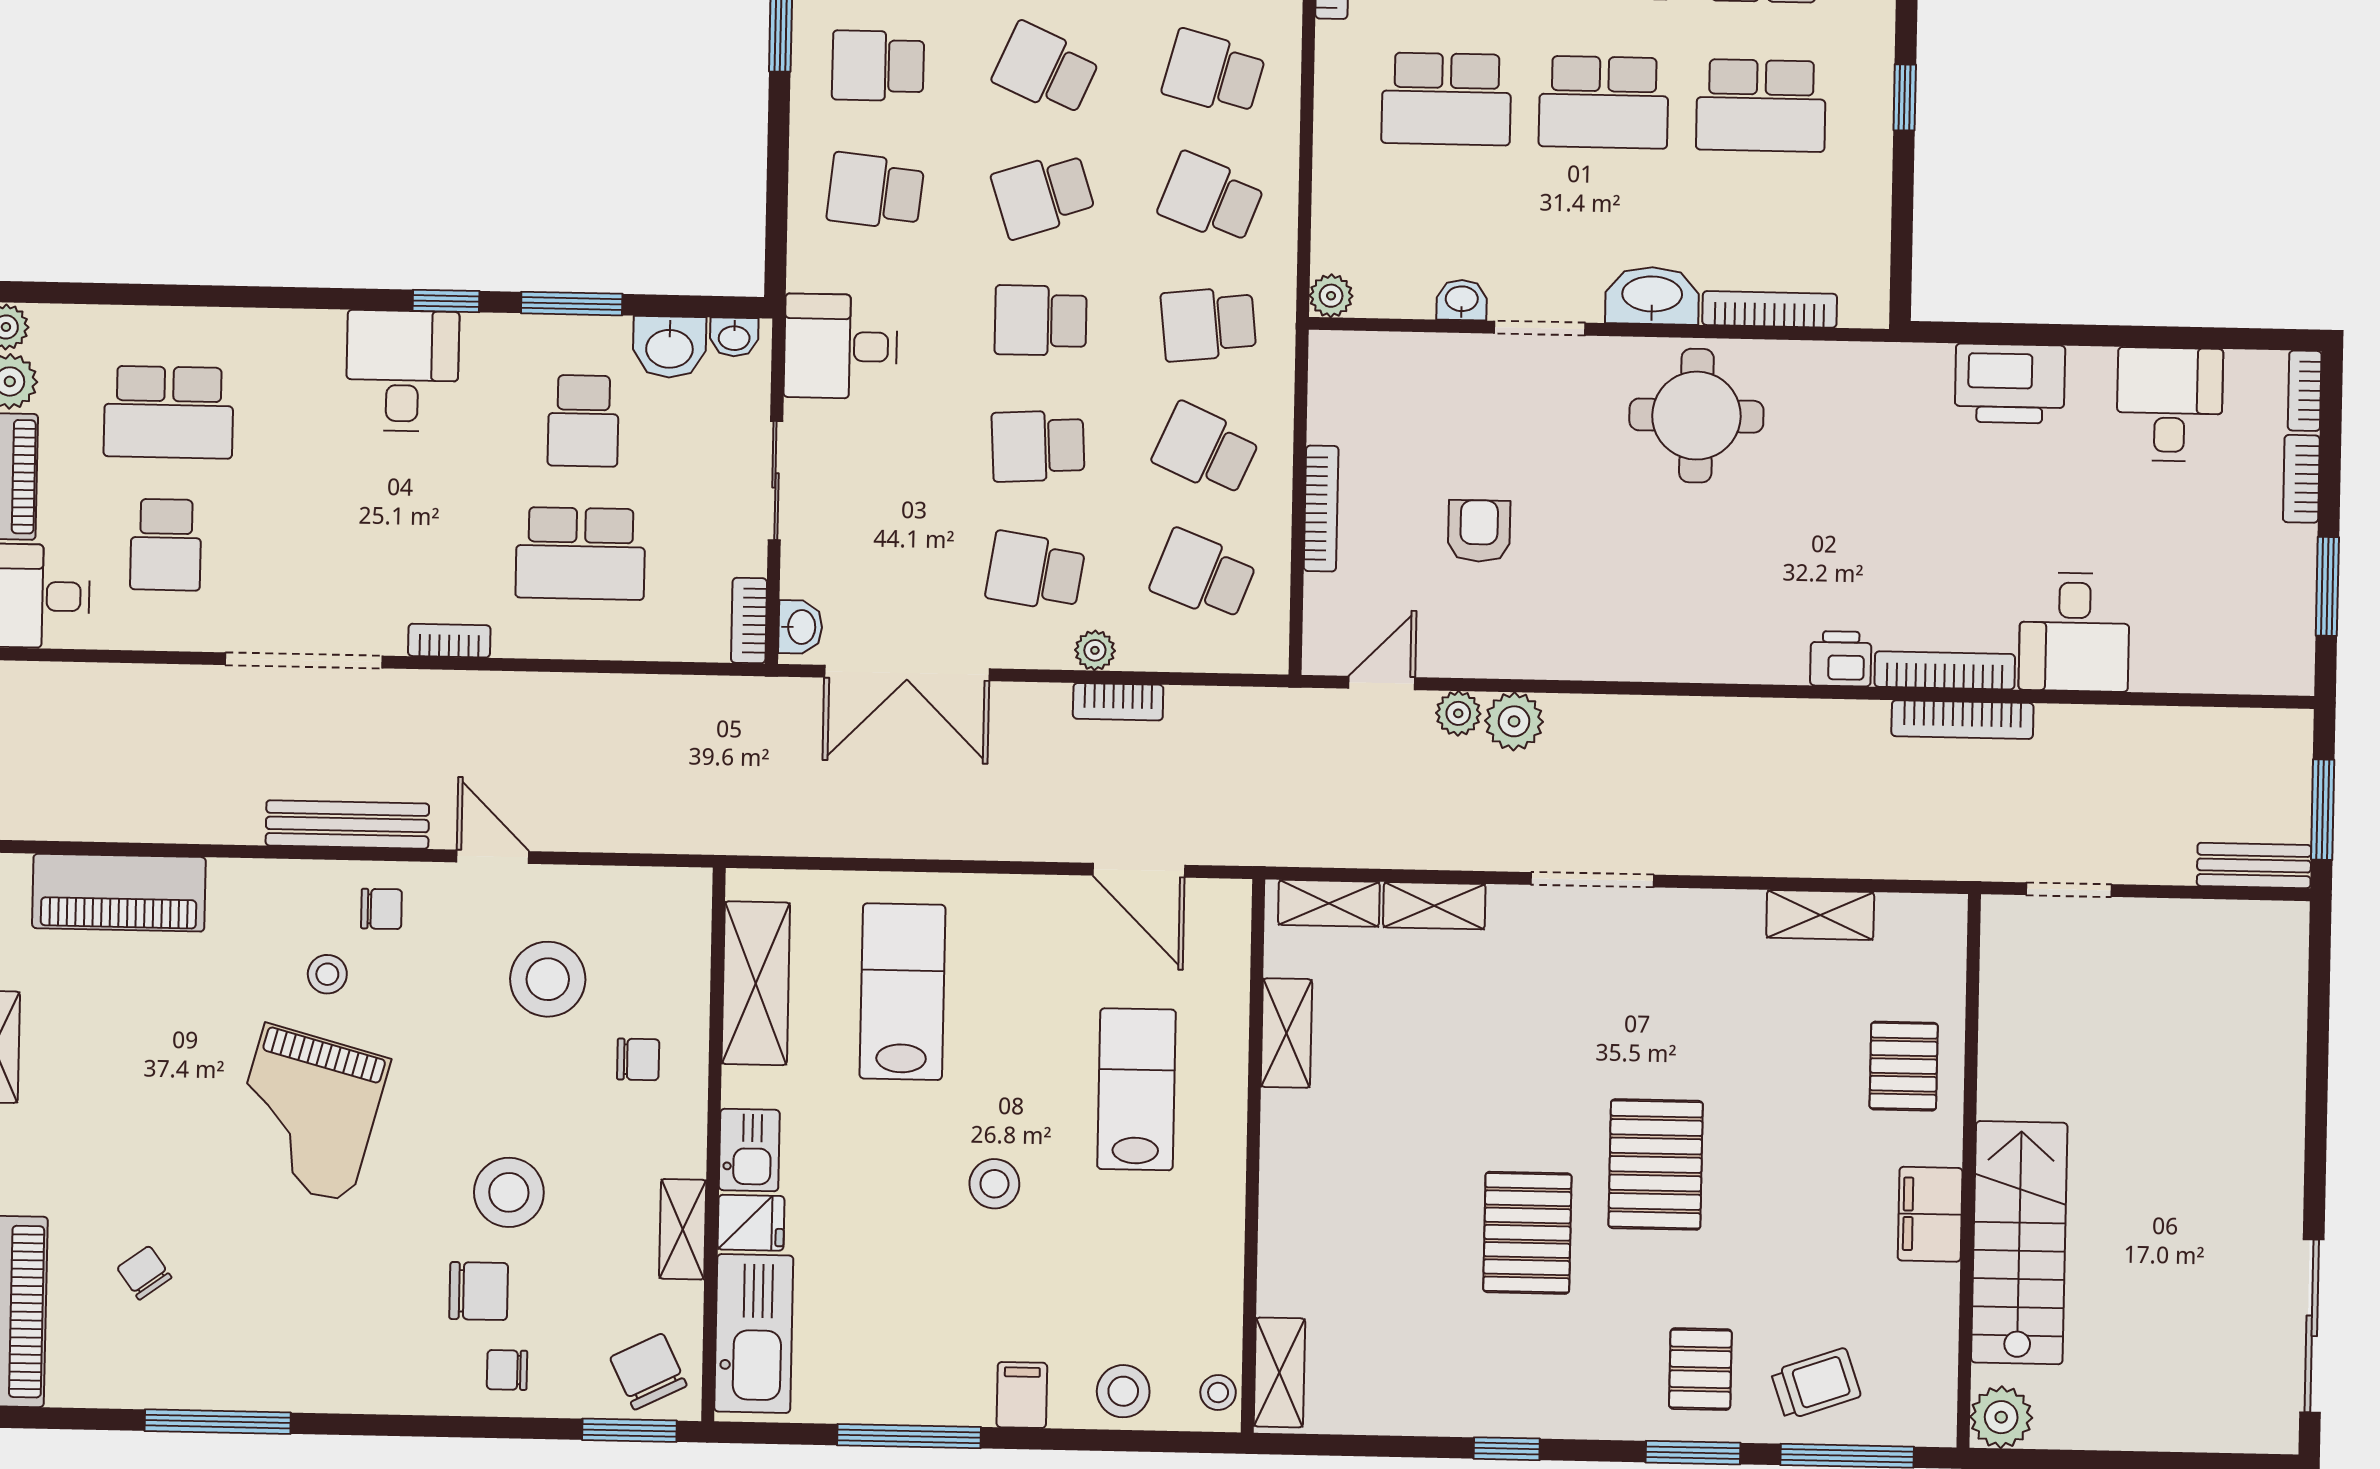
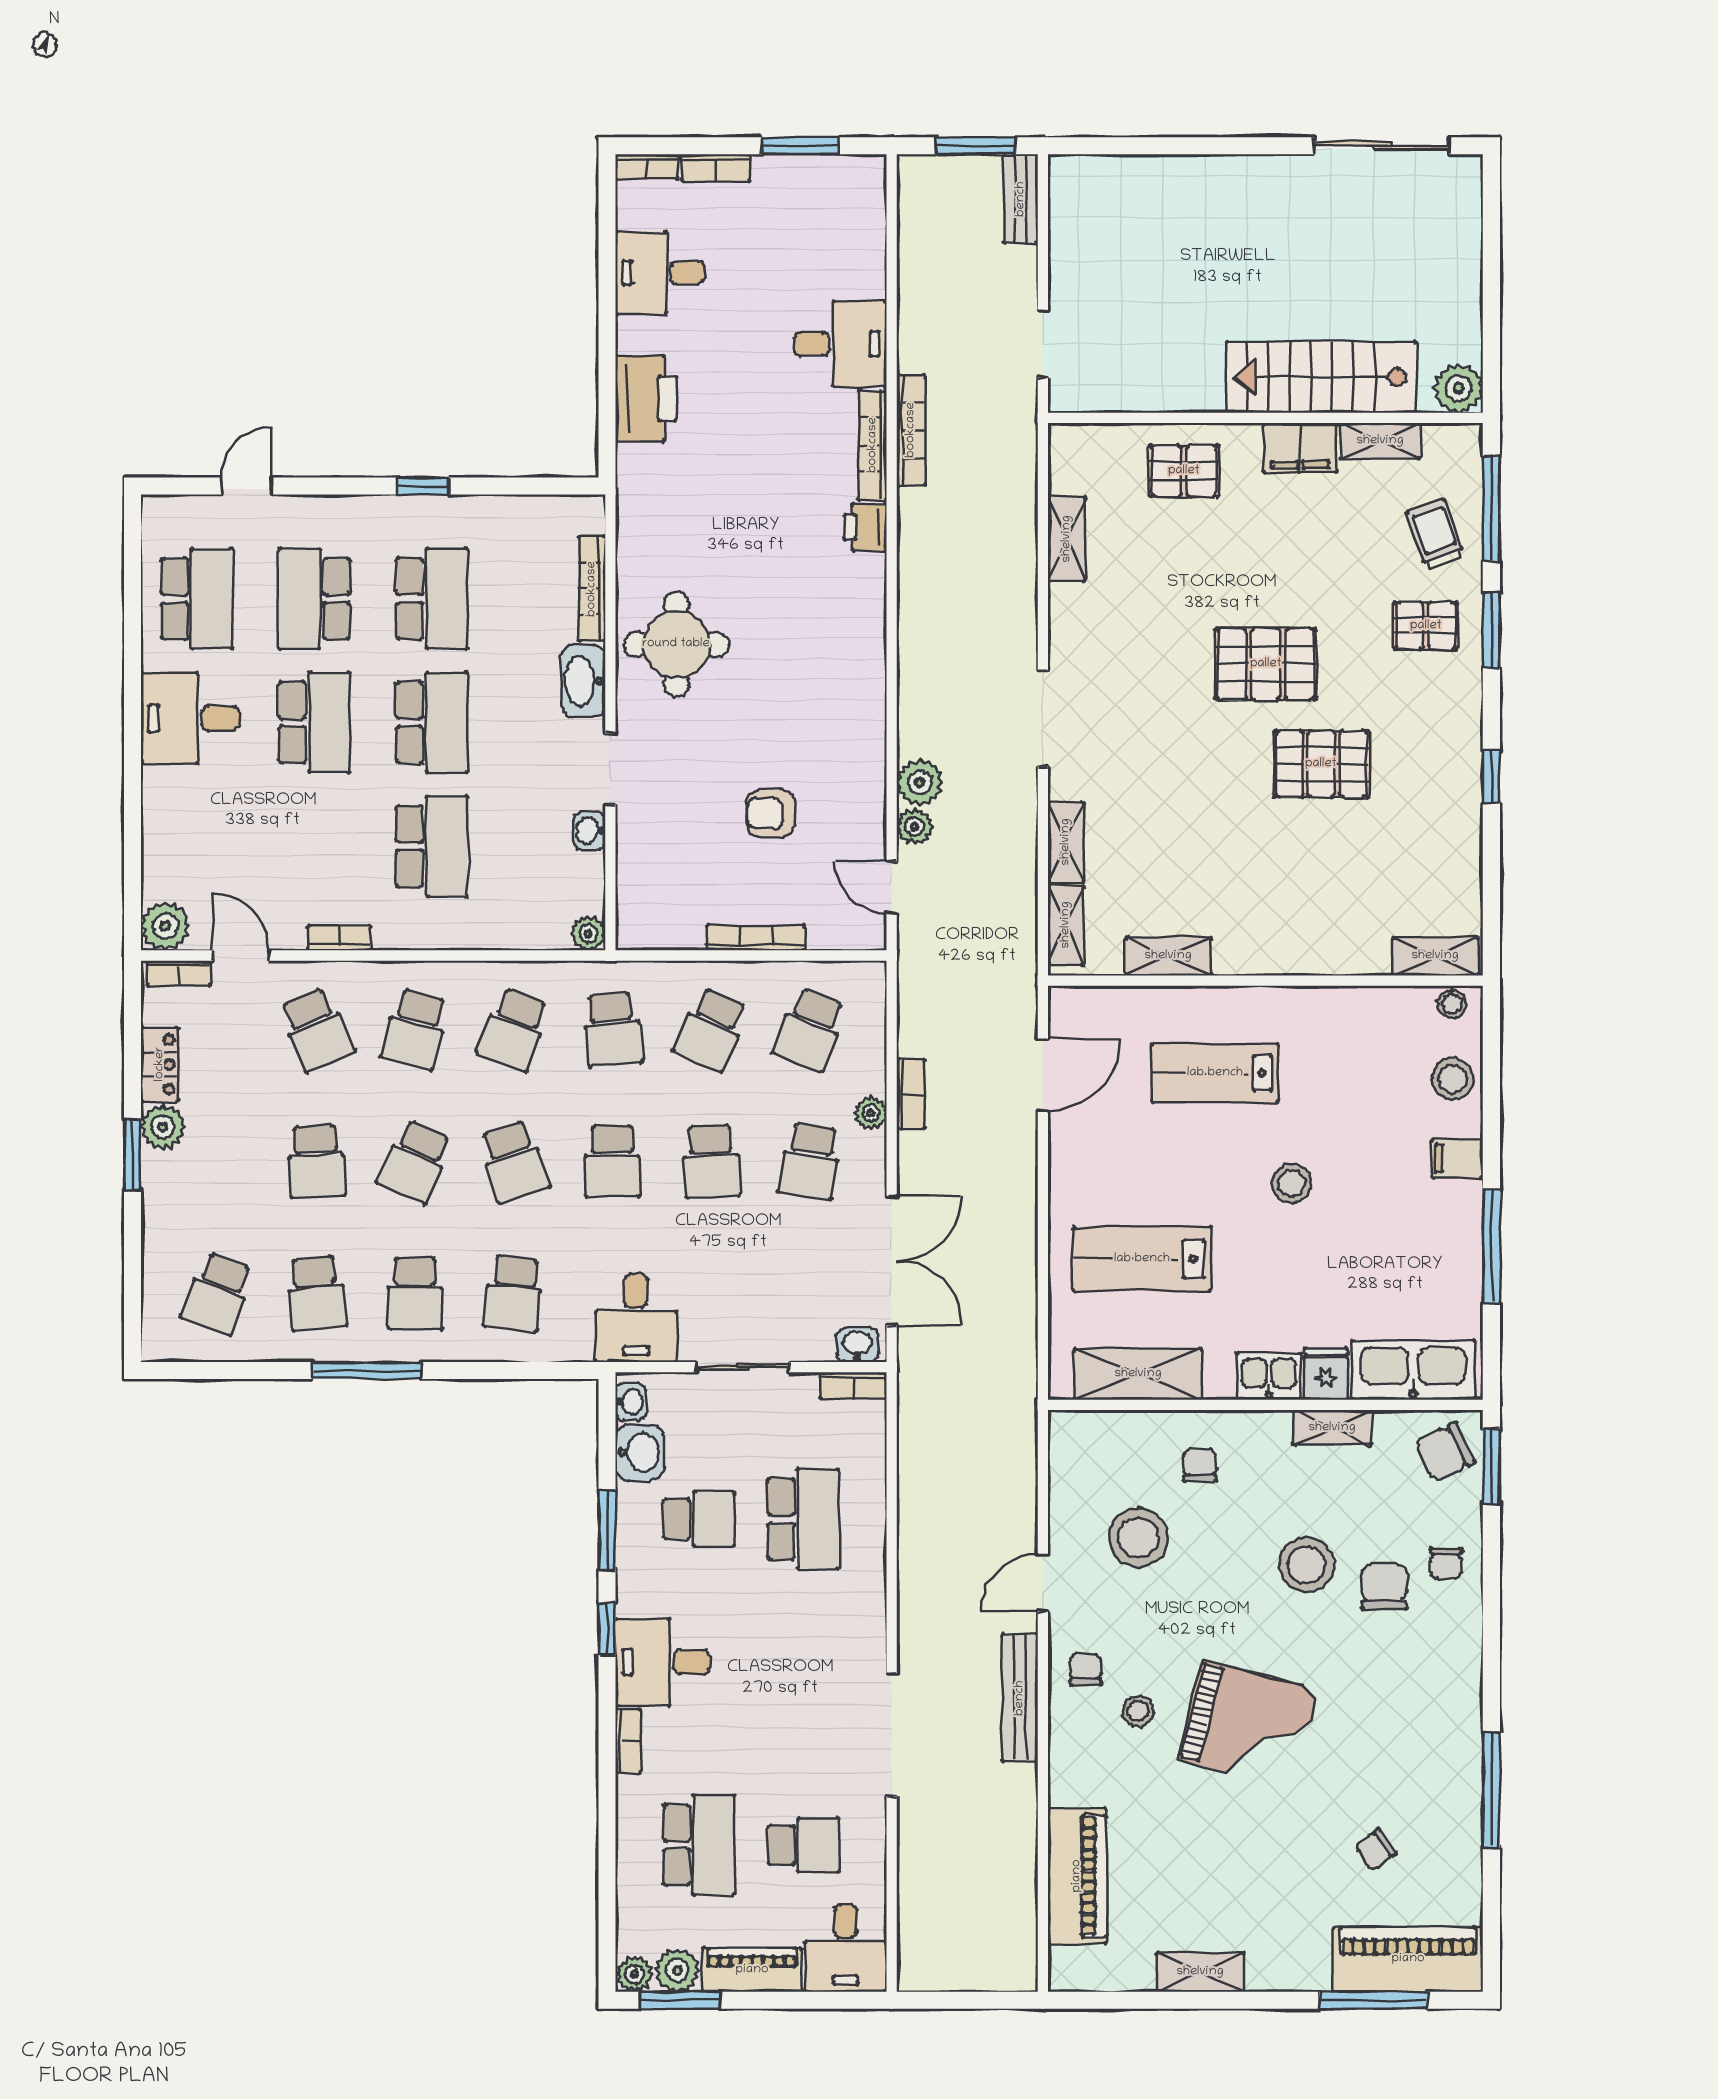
bookcase: (449, 641) -> (628, 1741), moved, turned 180
shelving: (1936, 1317) -> (1380, 441), added

